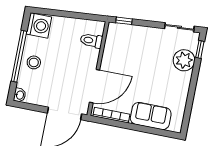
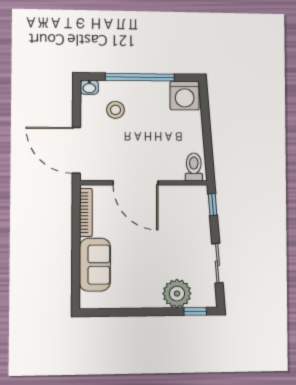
sliding door: (179, 27) -> (217, 263), moved
toilet: (91, 41) -> (194, 167), moved
stool: (34, 62) -> (115, 110), moved
door: (95, 86) -> (136, 183), moved

